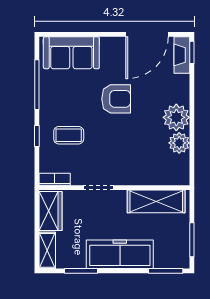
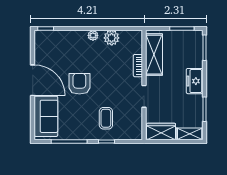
door: (147, 34) -> (33, 80), moved
fireplace: (182, 55) -> (48, 36), removed
plant: (176, 117) -> (93, 35), width x0.53, depth x0.53
bookcase: (55, 179) -> (138, 66), moved
freezer: (120, 254) -> (195, 81), width x0.52, depth x0.79

